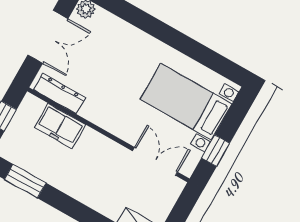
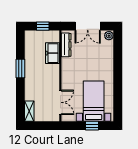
window: (216, 151) -> (92, 126), moved
window: (25, 181) -> (20, 68), moved

